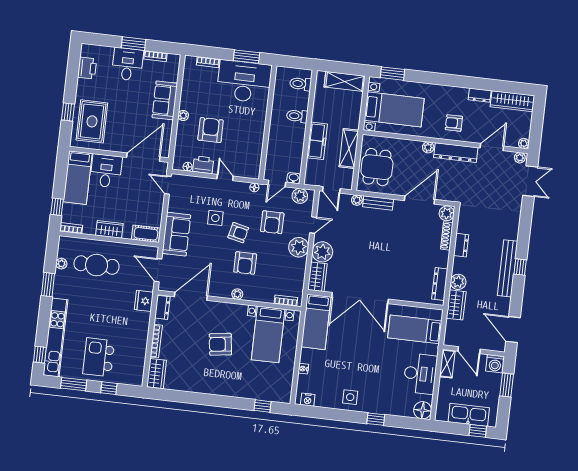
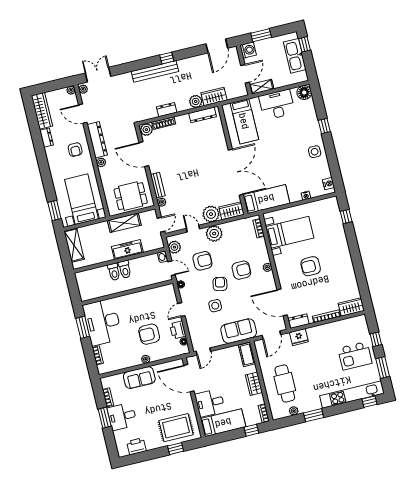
toilet: (301, 84) -> (125, 269), moved
bench: (508, 268) -> (155, 71), moved
armchair: (220, 344) -> (311, 266), turned 98

